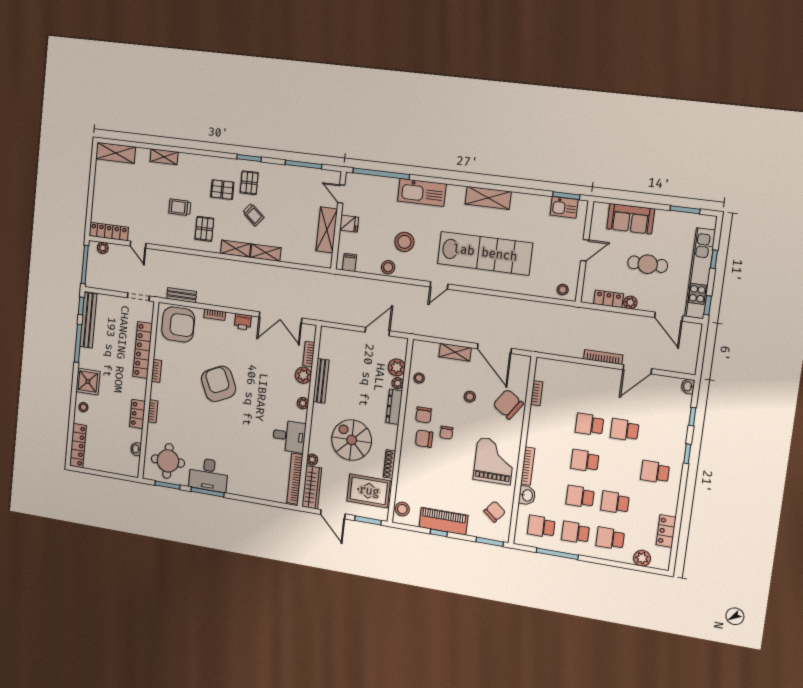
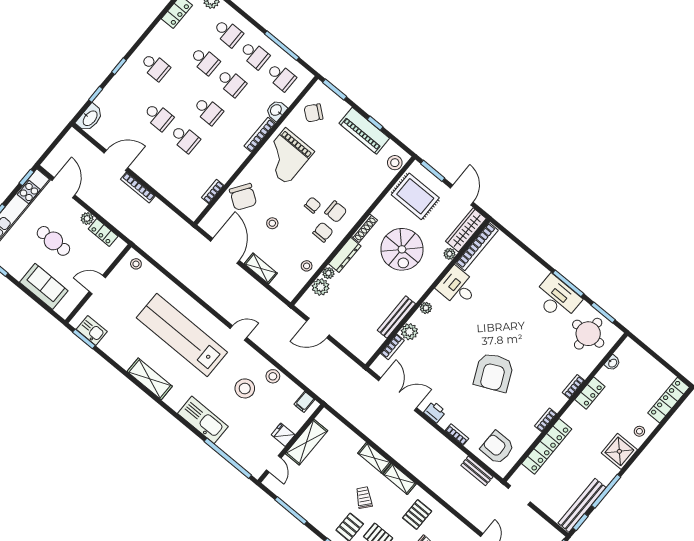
armchair: (178, 325) -> (497, 448), width x0.73, depth x0.73
washbasin: (688, 386) -> (90, 118), width x1.91, depth x1.45
shoe rack: (389, 464) -> (364, 228), moved

